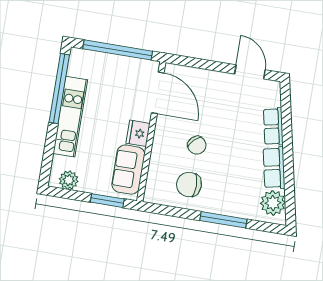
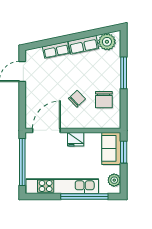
window: (59, 89) -> (84, 196), moved
kitchen unit: (70, 117) -> (62, 186), width x1.36
sofa: (128, 170) -> (111, 148), moved, turned 90

